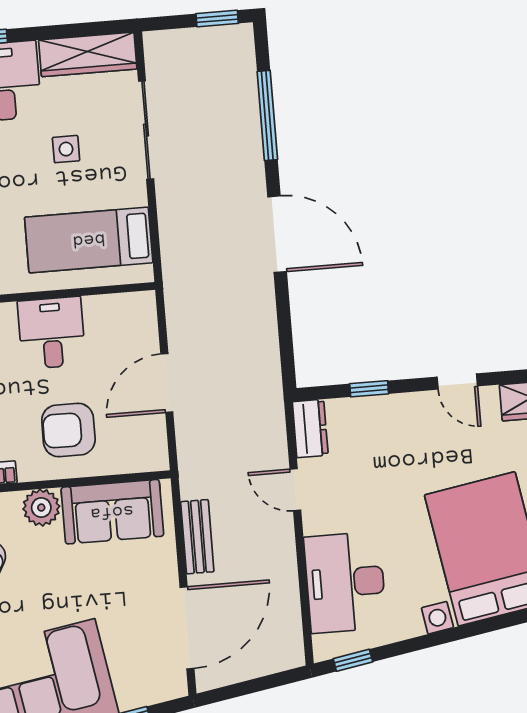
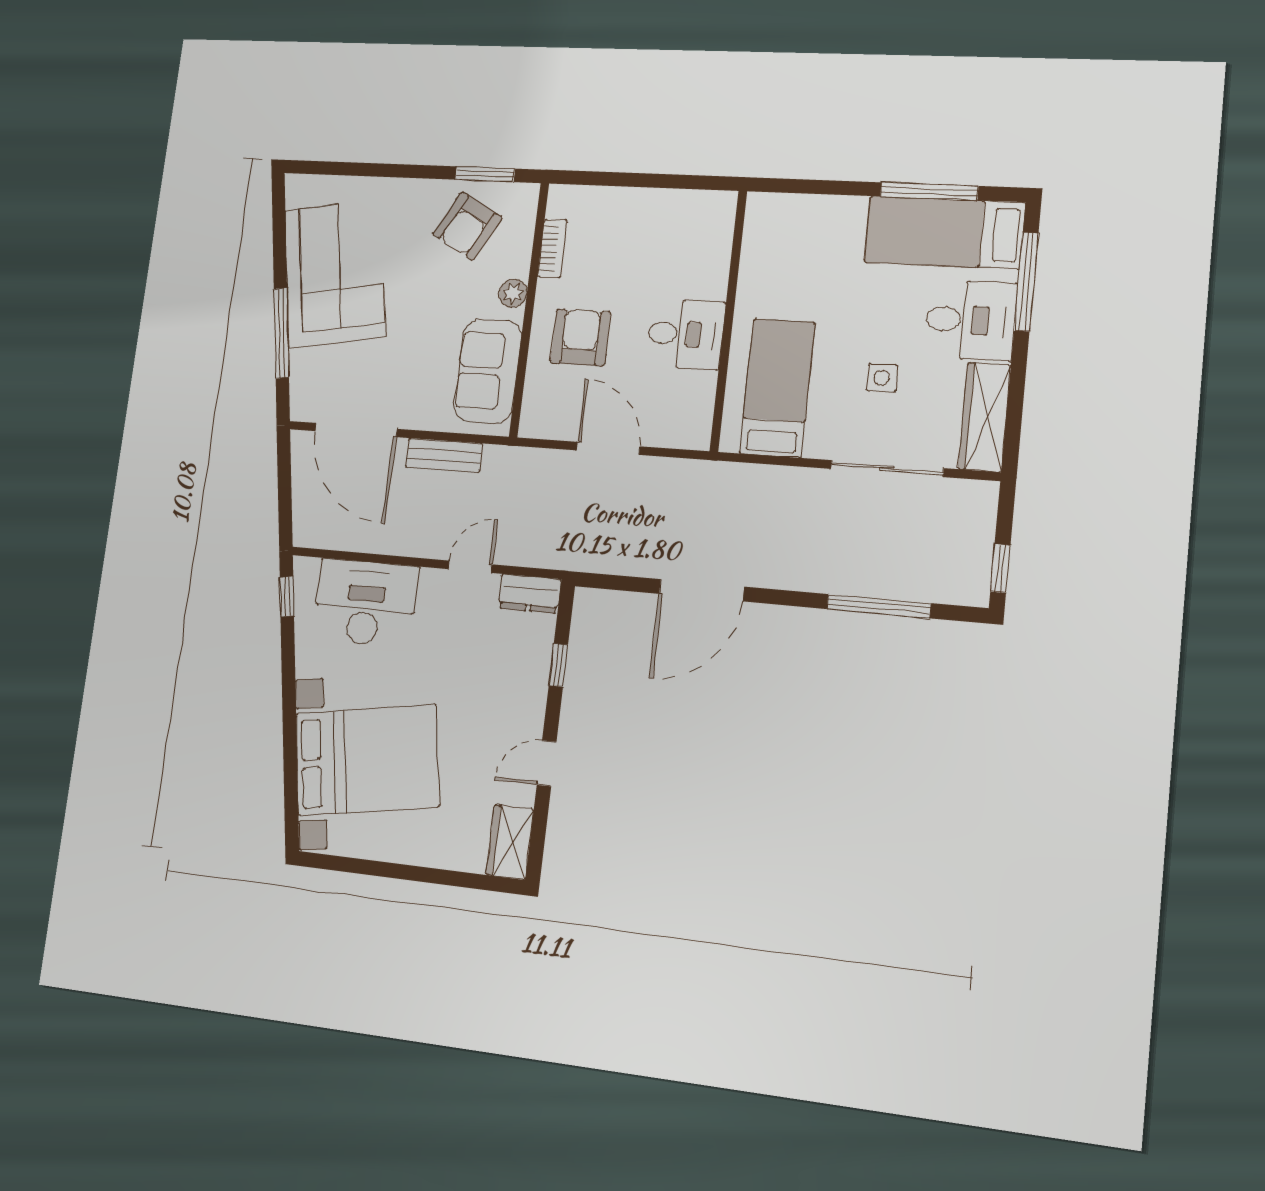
door: (277, 234) -> (702, 590), moved
plant: (41, 508) -> (513, 293), width x0.73, depth x0.73

